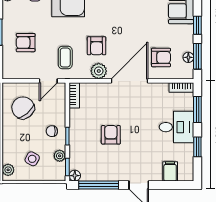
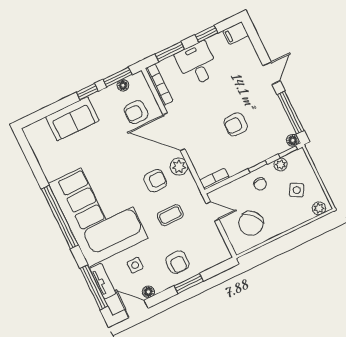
armchair: (26, 43) -> (177, 262), moved
armchair: (161, 57) -> (136, 112), turned -90
coffee table: (65, 58) -> (170, 215), moved
bookcase: (181, 88) -> (159, 85), width x1.56
filing cabinet: (170, 171) -> (236, 33), moved

